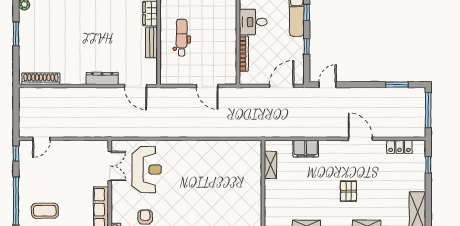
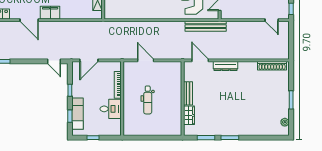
dental chair: (182, 38) -> (148, 100), moved
door: (328, 85) -> (54, 61), hinge flipped
bench: (128, 131) -> (206, 26), added
door: (41, 139) -> (272, 20), swing flipped
filing cabinet: (306, 149) -> (50, 13), moved

